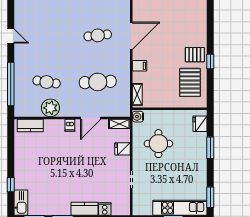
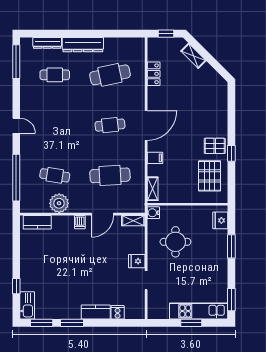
fridge: (122, 149) -> (137, 261), moved

